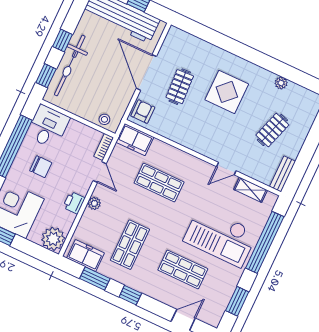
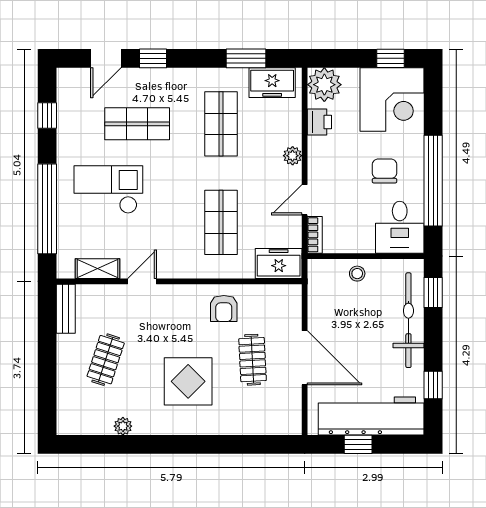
window: (62, 41) -> (433, 385), moved
armchair: (143, 112) -> (224, 309), moved
stool: (104, 119) -> (357, 274), moved
chair: (41, 167) -> (385, 171), turned 90
door: (100, 172) -> (305, 200), hinge flipped
shop shelf: (159, 182) -> (221, 222), turned 90
printer: (74, 203) -> (319, 122), moved
checkout: (220, 237) -> (108, 190), width x0.73, depth x0.83
window: (130, 295) -> (153, 58), moved
window: (237, 301) -> (47, 116), width x0.67

